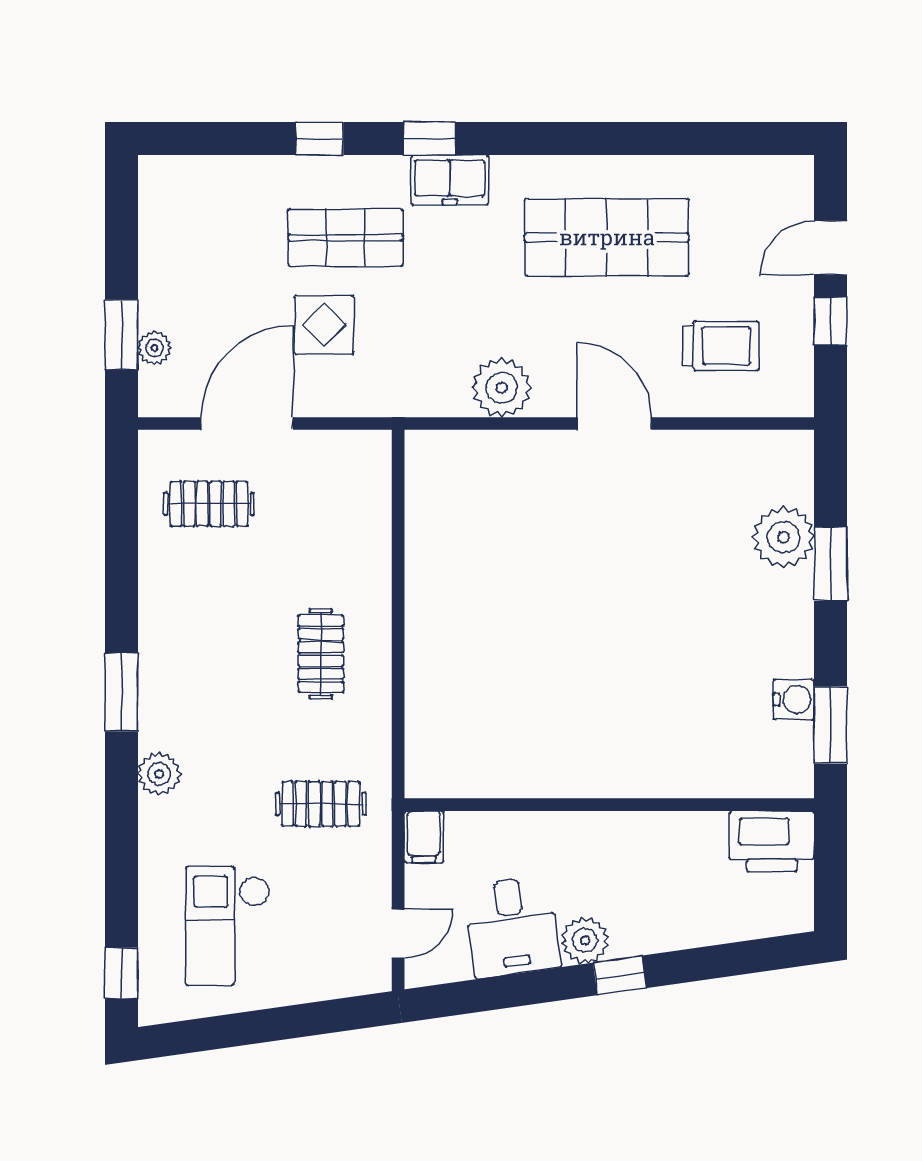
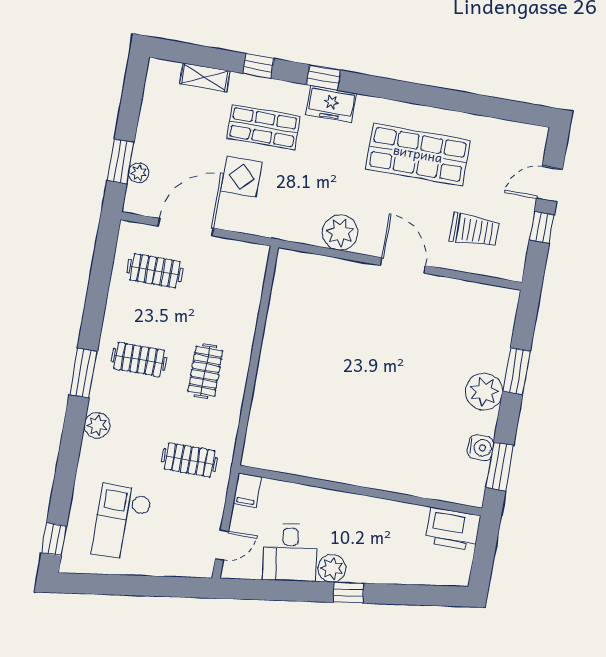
shelving: (235, 173) -> (205, 77), added
plant: (783, 537) -> (484, 392), moved
clothes rail: (209, 654) -> (139, 359), added

